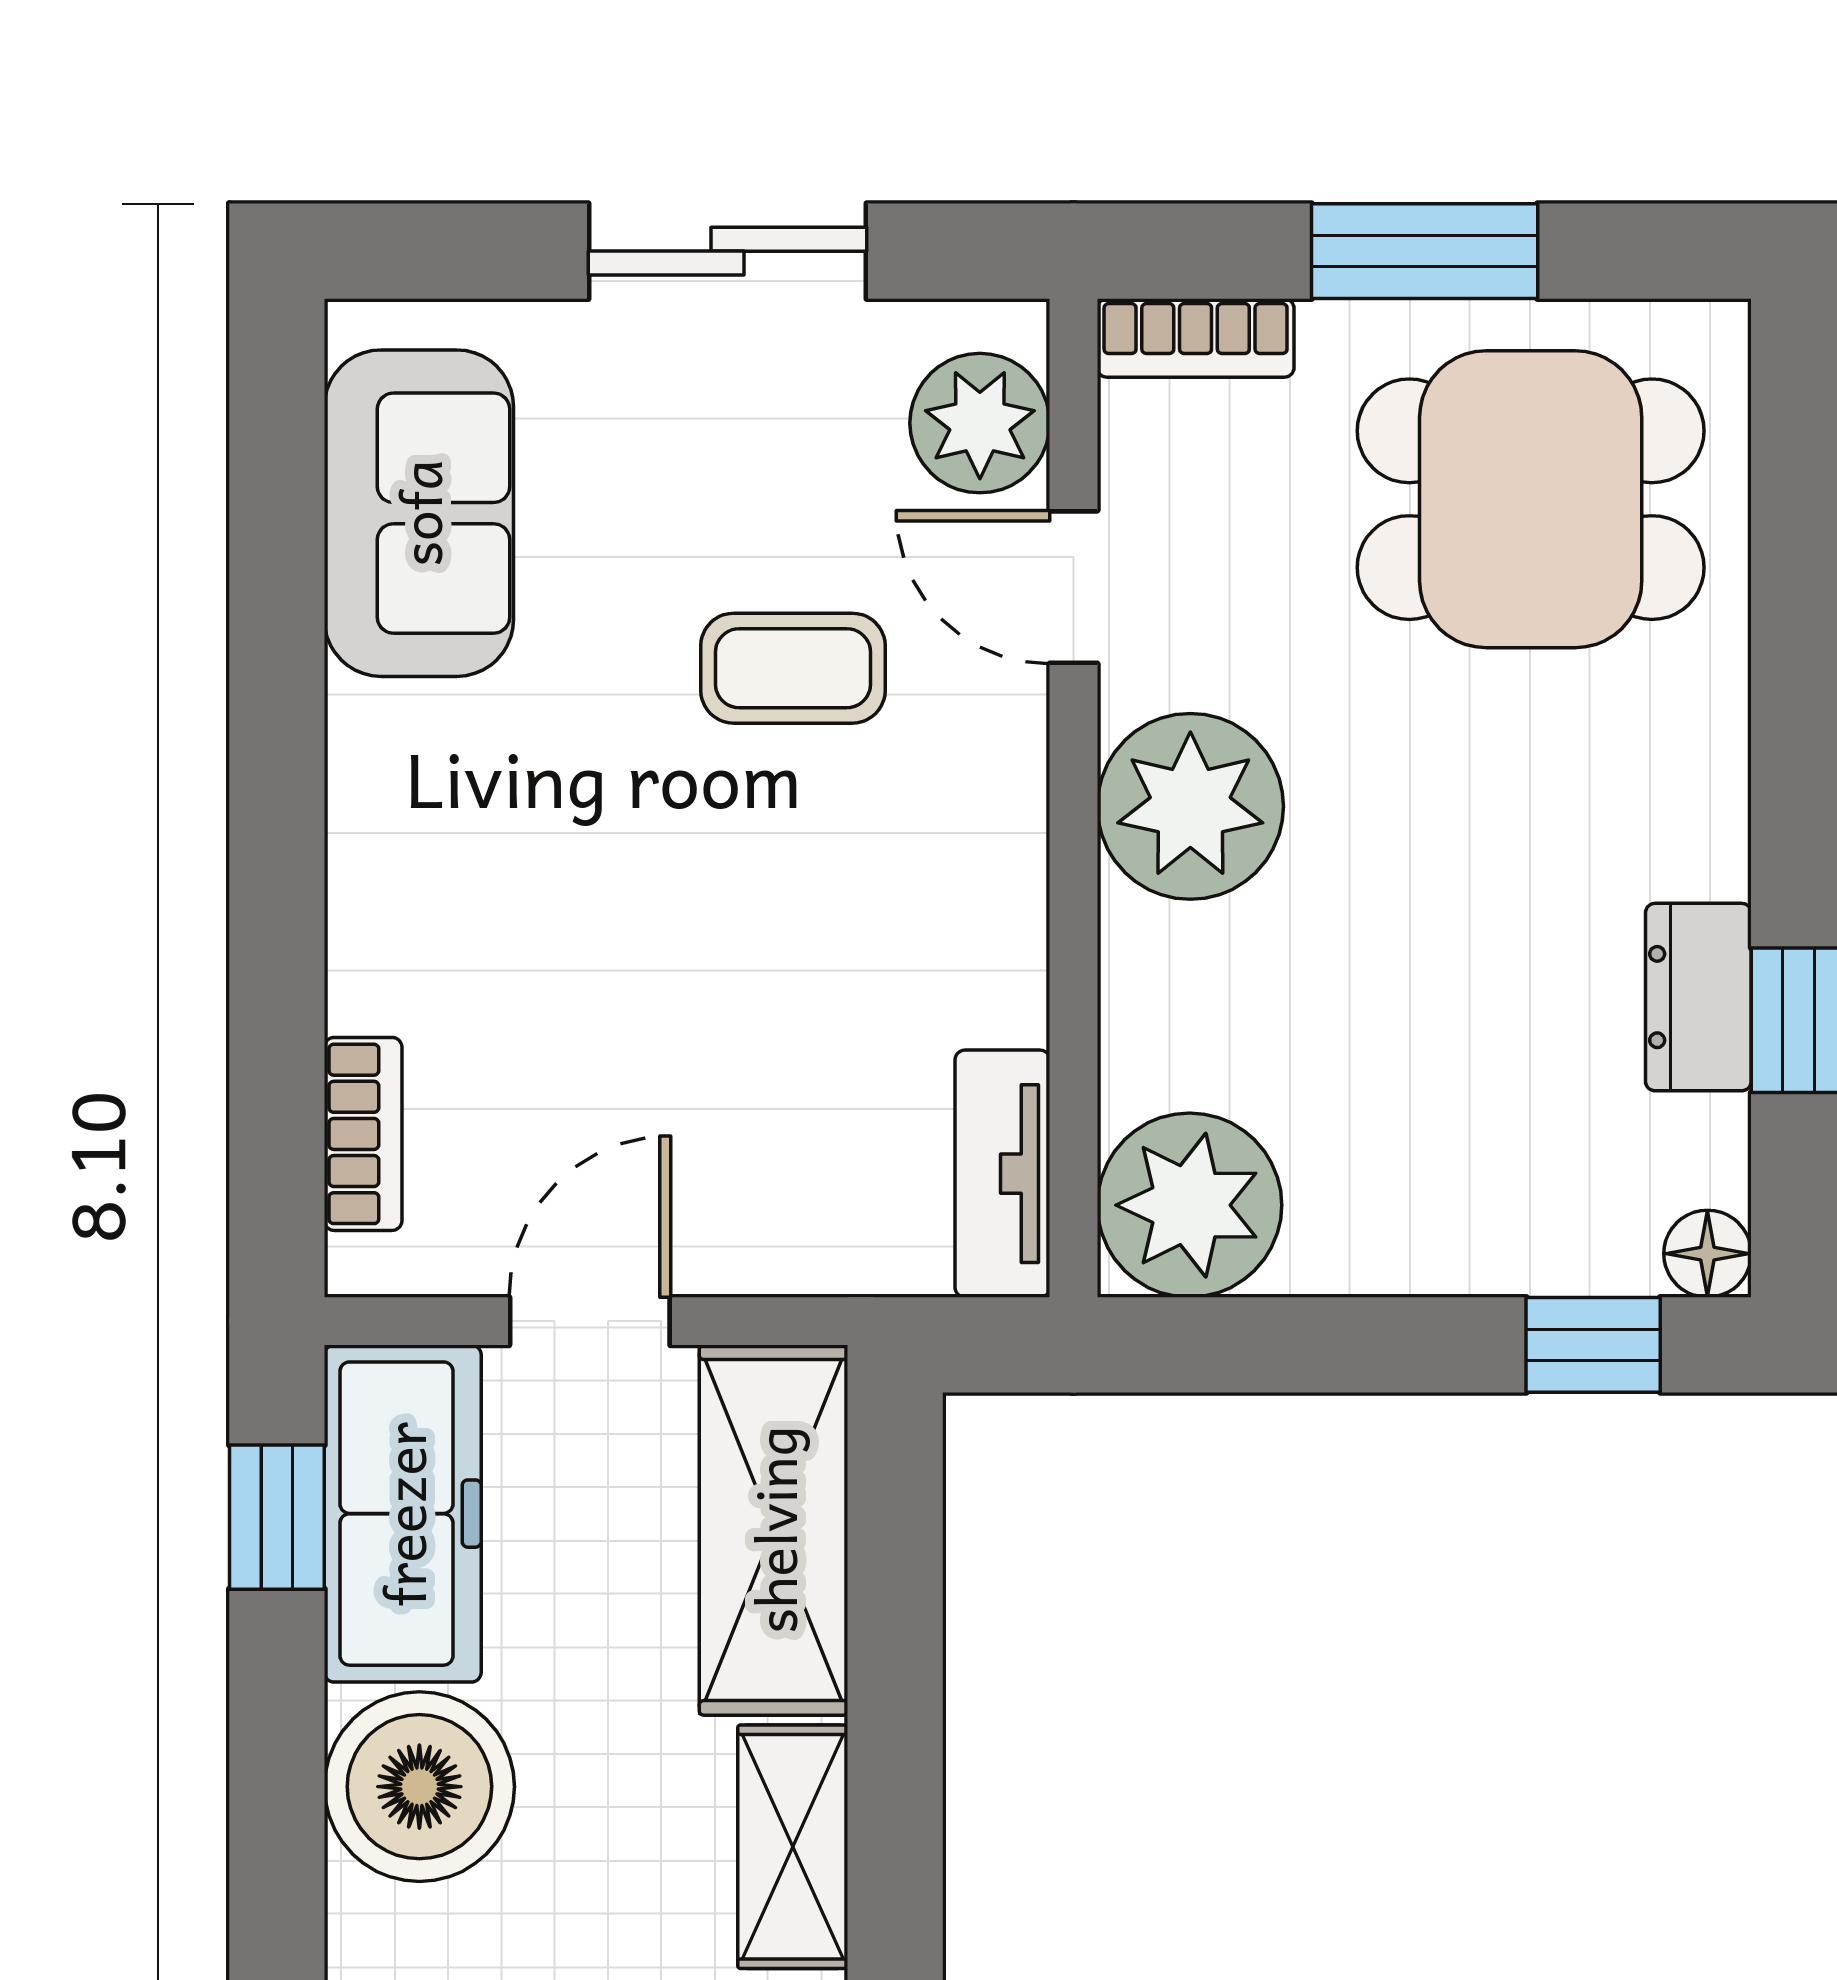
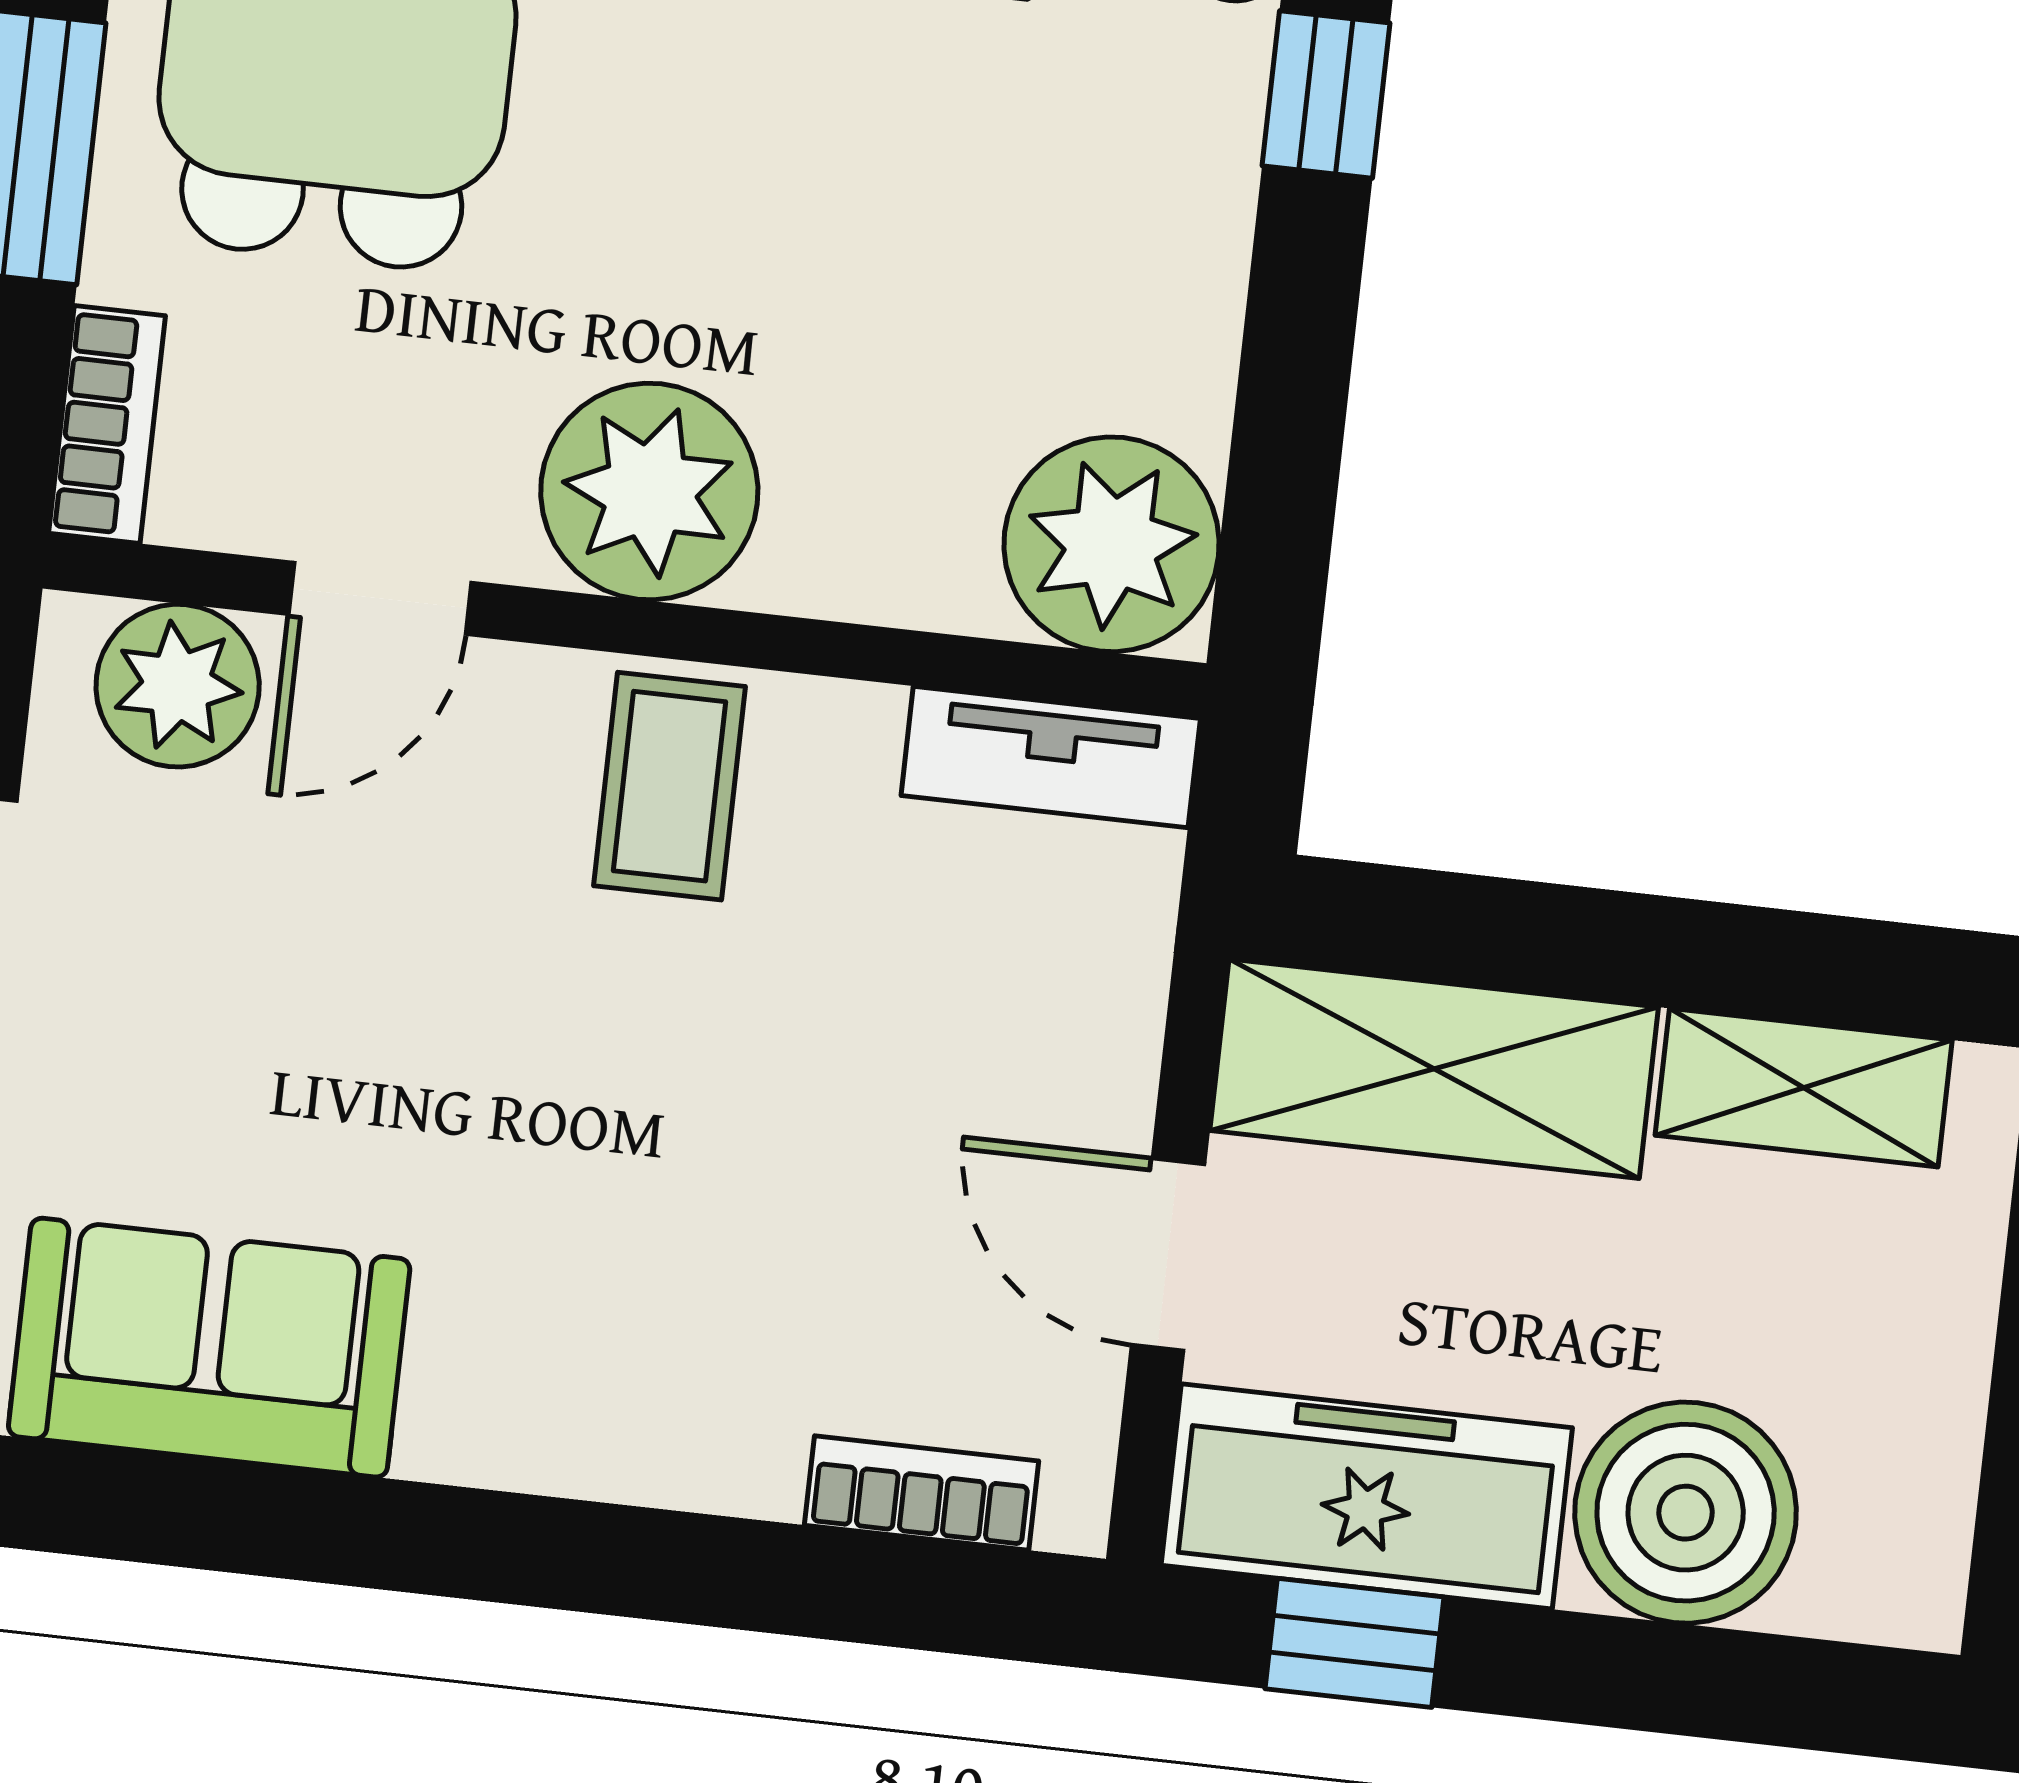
coffee table: (793, 668) -> (670, 786), moved

